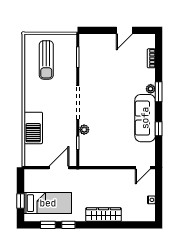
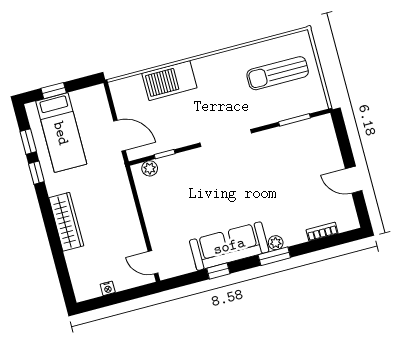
plant: (84, 130) -> (150, 168), moved

